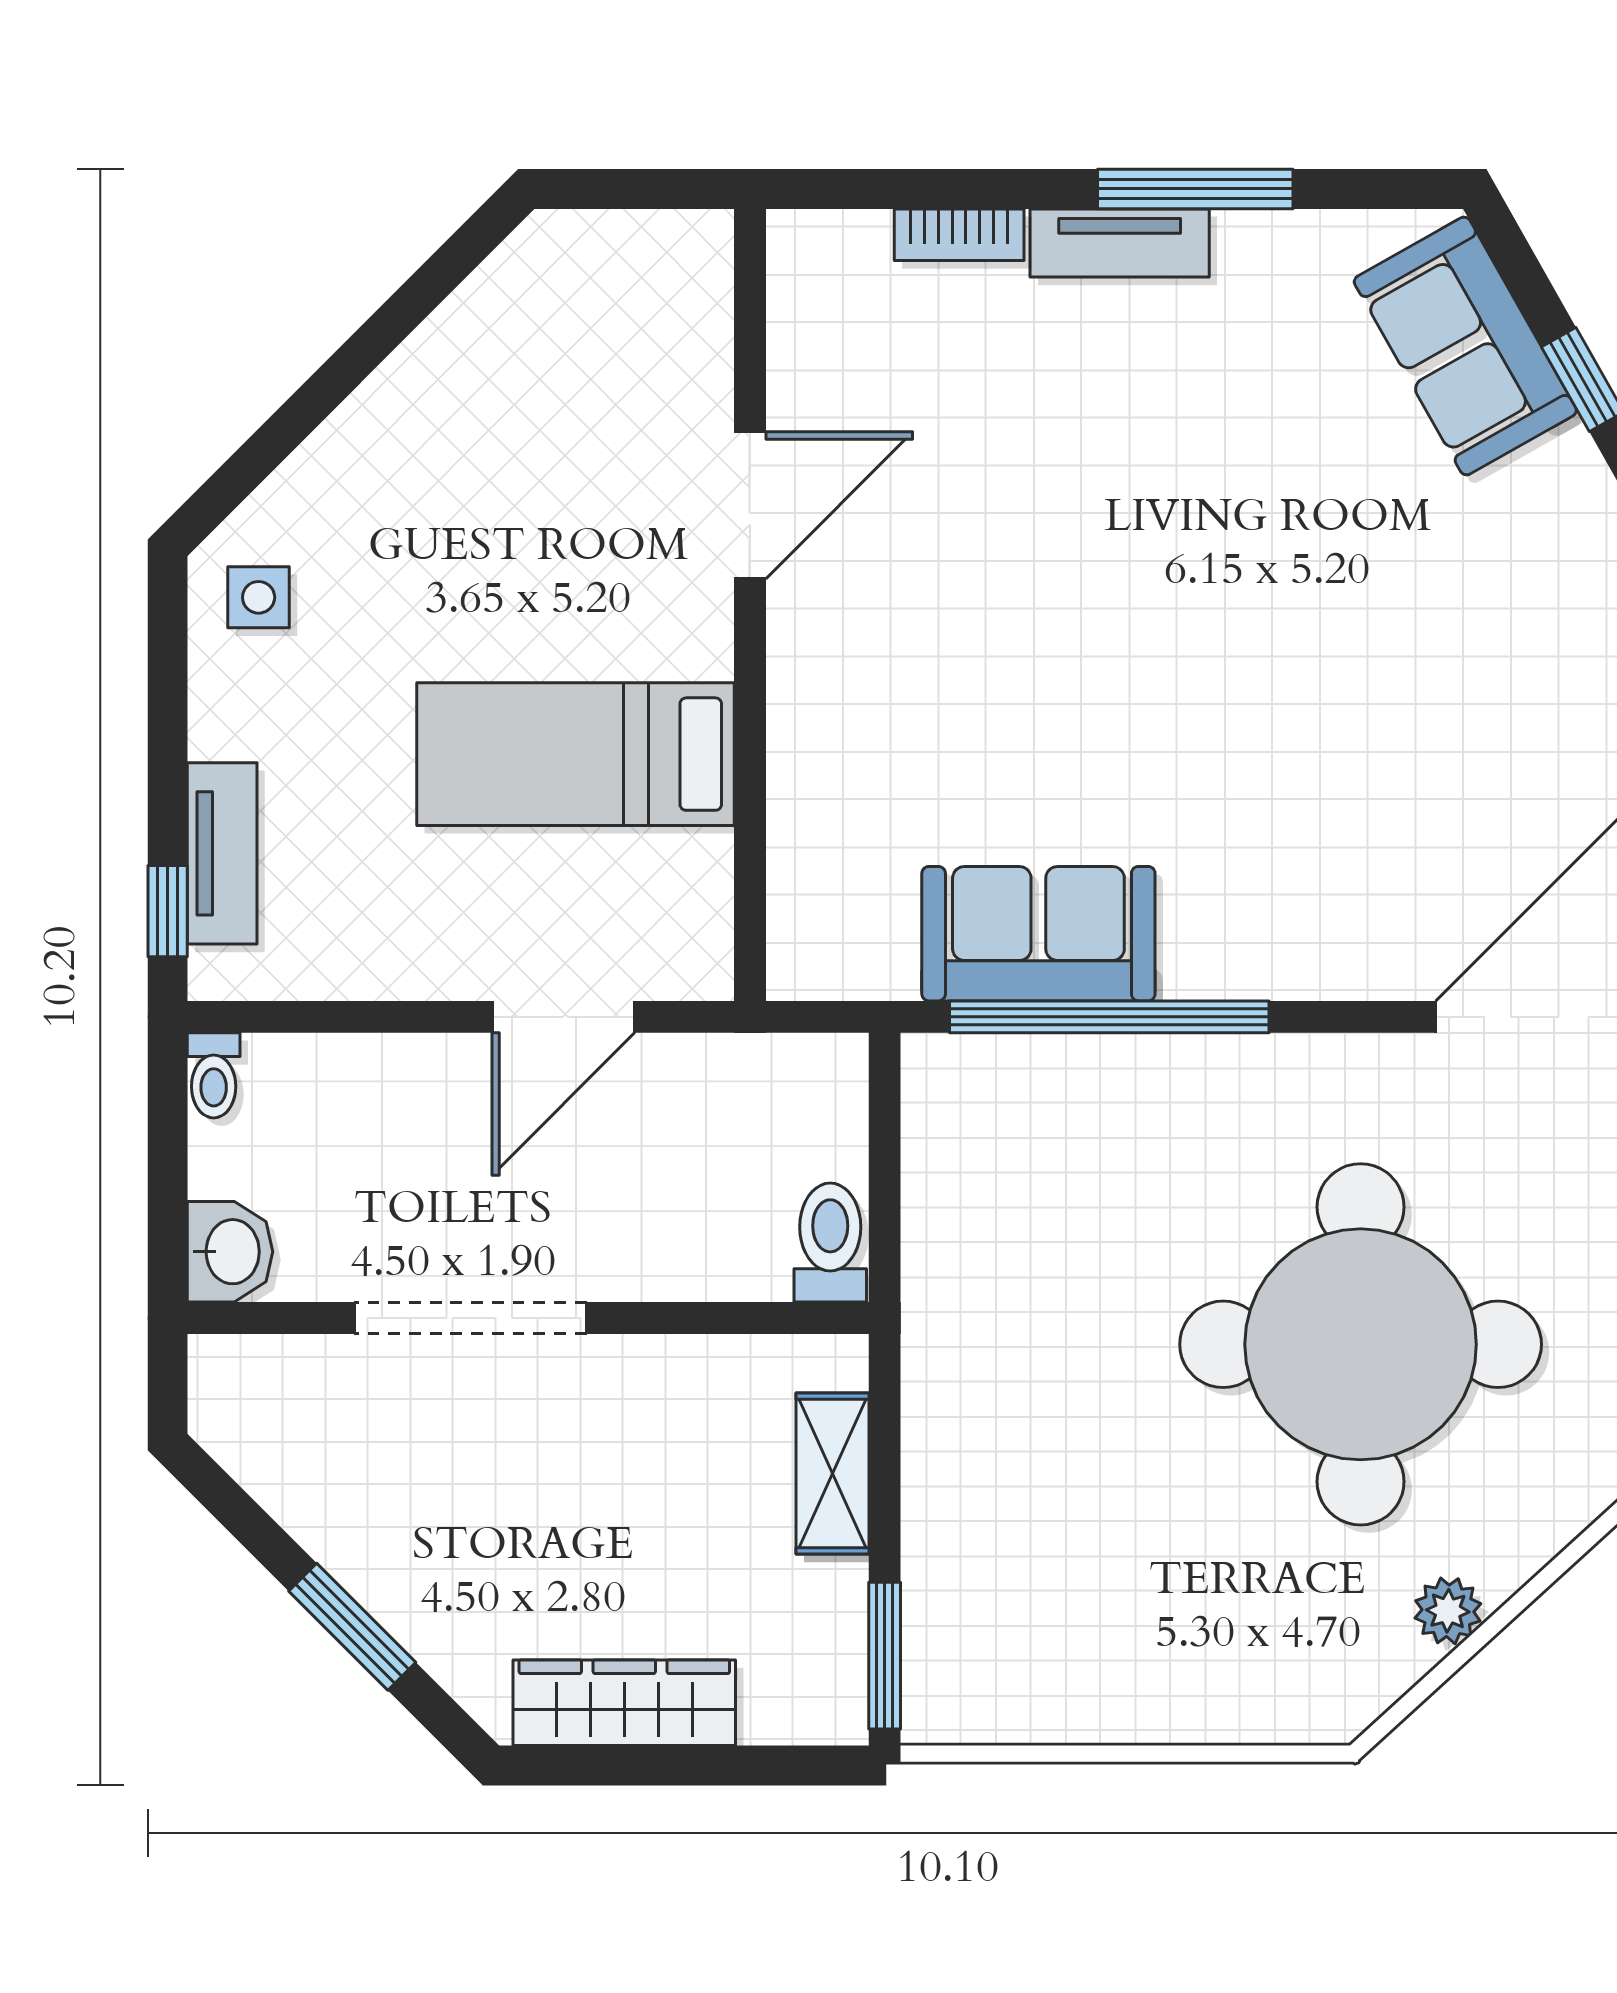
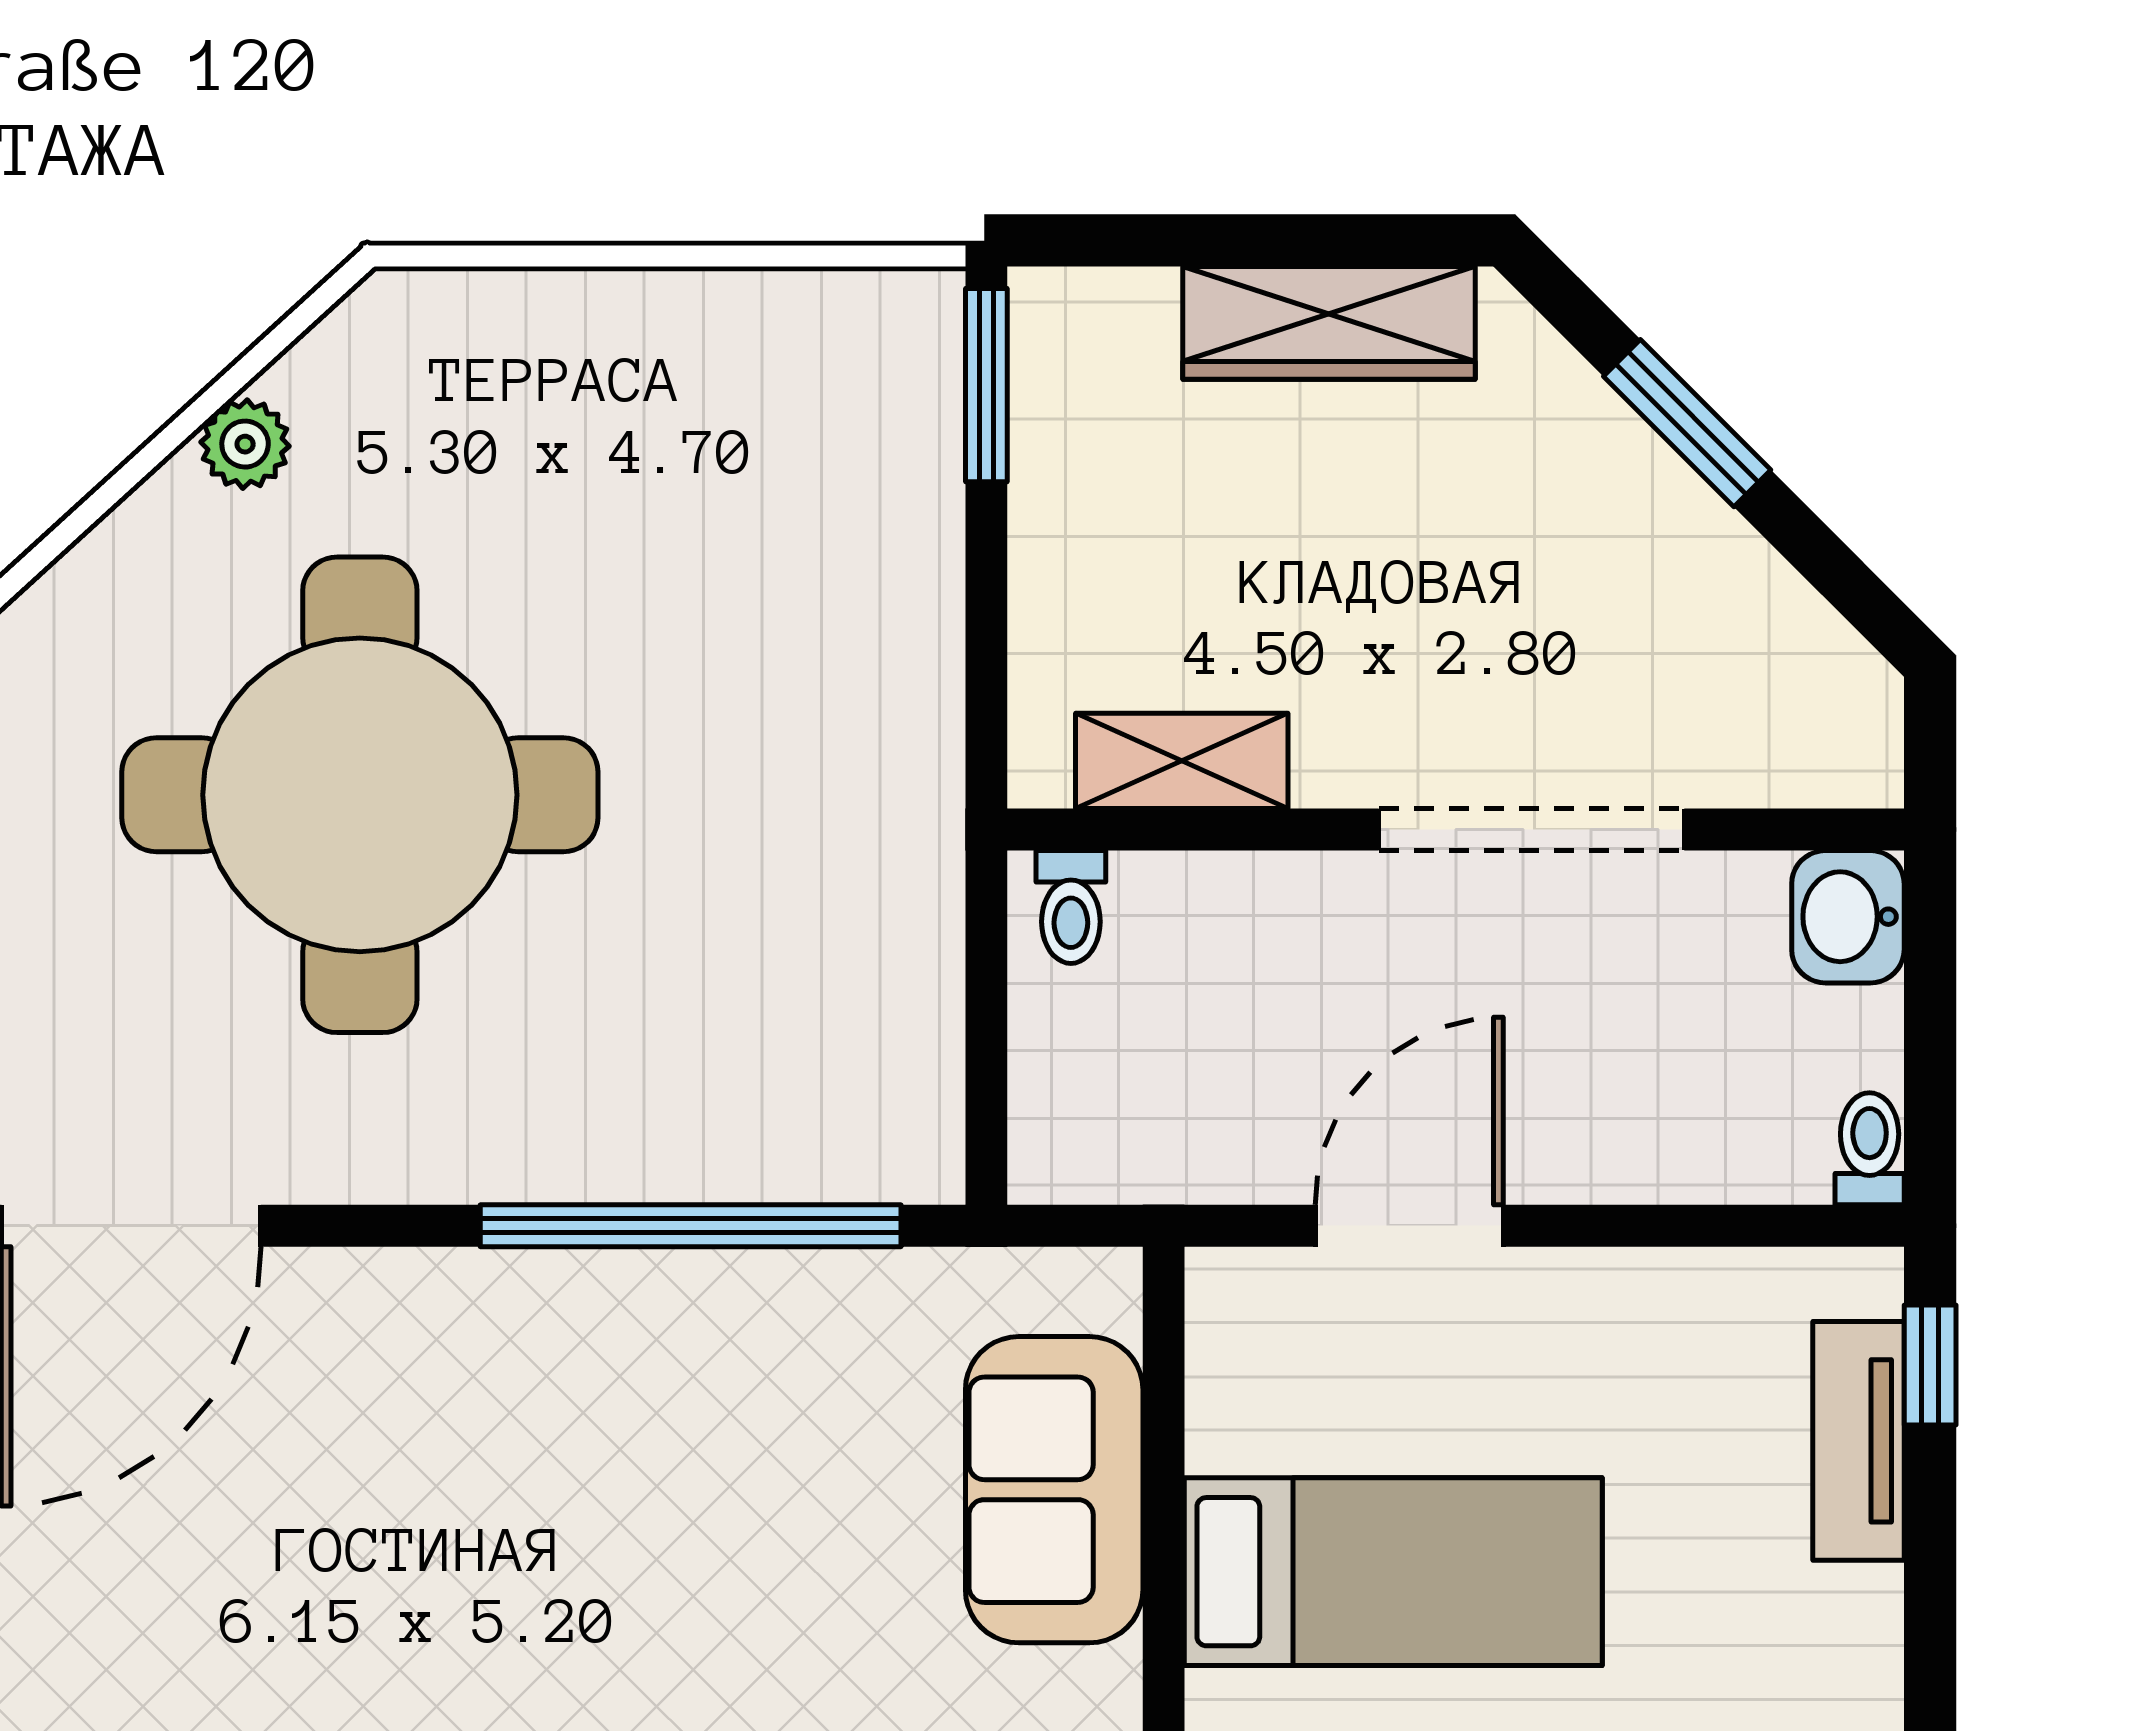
sofa: (1038, 934) -> (1054, 1490), moved, turned 90
toilet: (830, 1243) -> (1071, 907), width x0.73, depth x0.72
shelving: (832, 1474) -> (1182, 761), moved, turned 90

